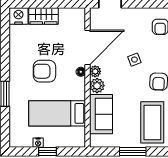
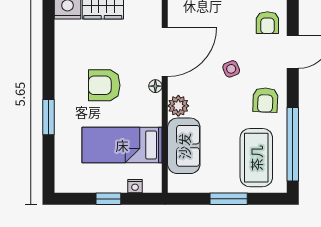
plant: (95, 71) -> (176, 86), removed
nightstand: (38, 143) -> (135, 186), moved

